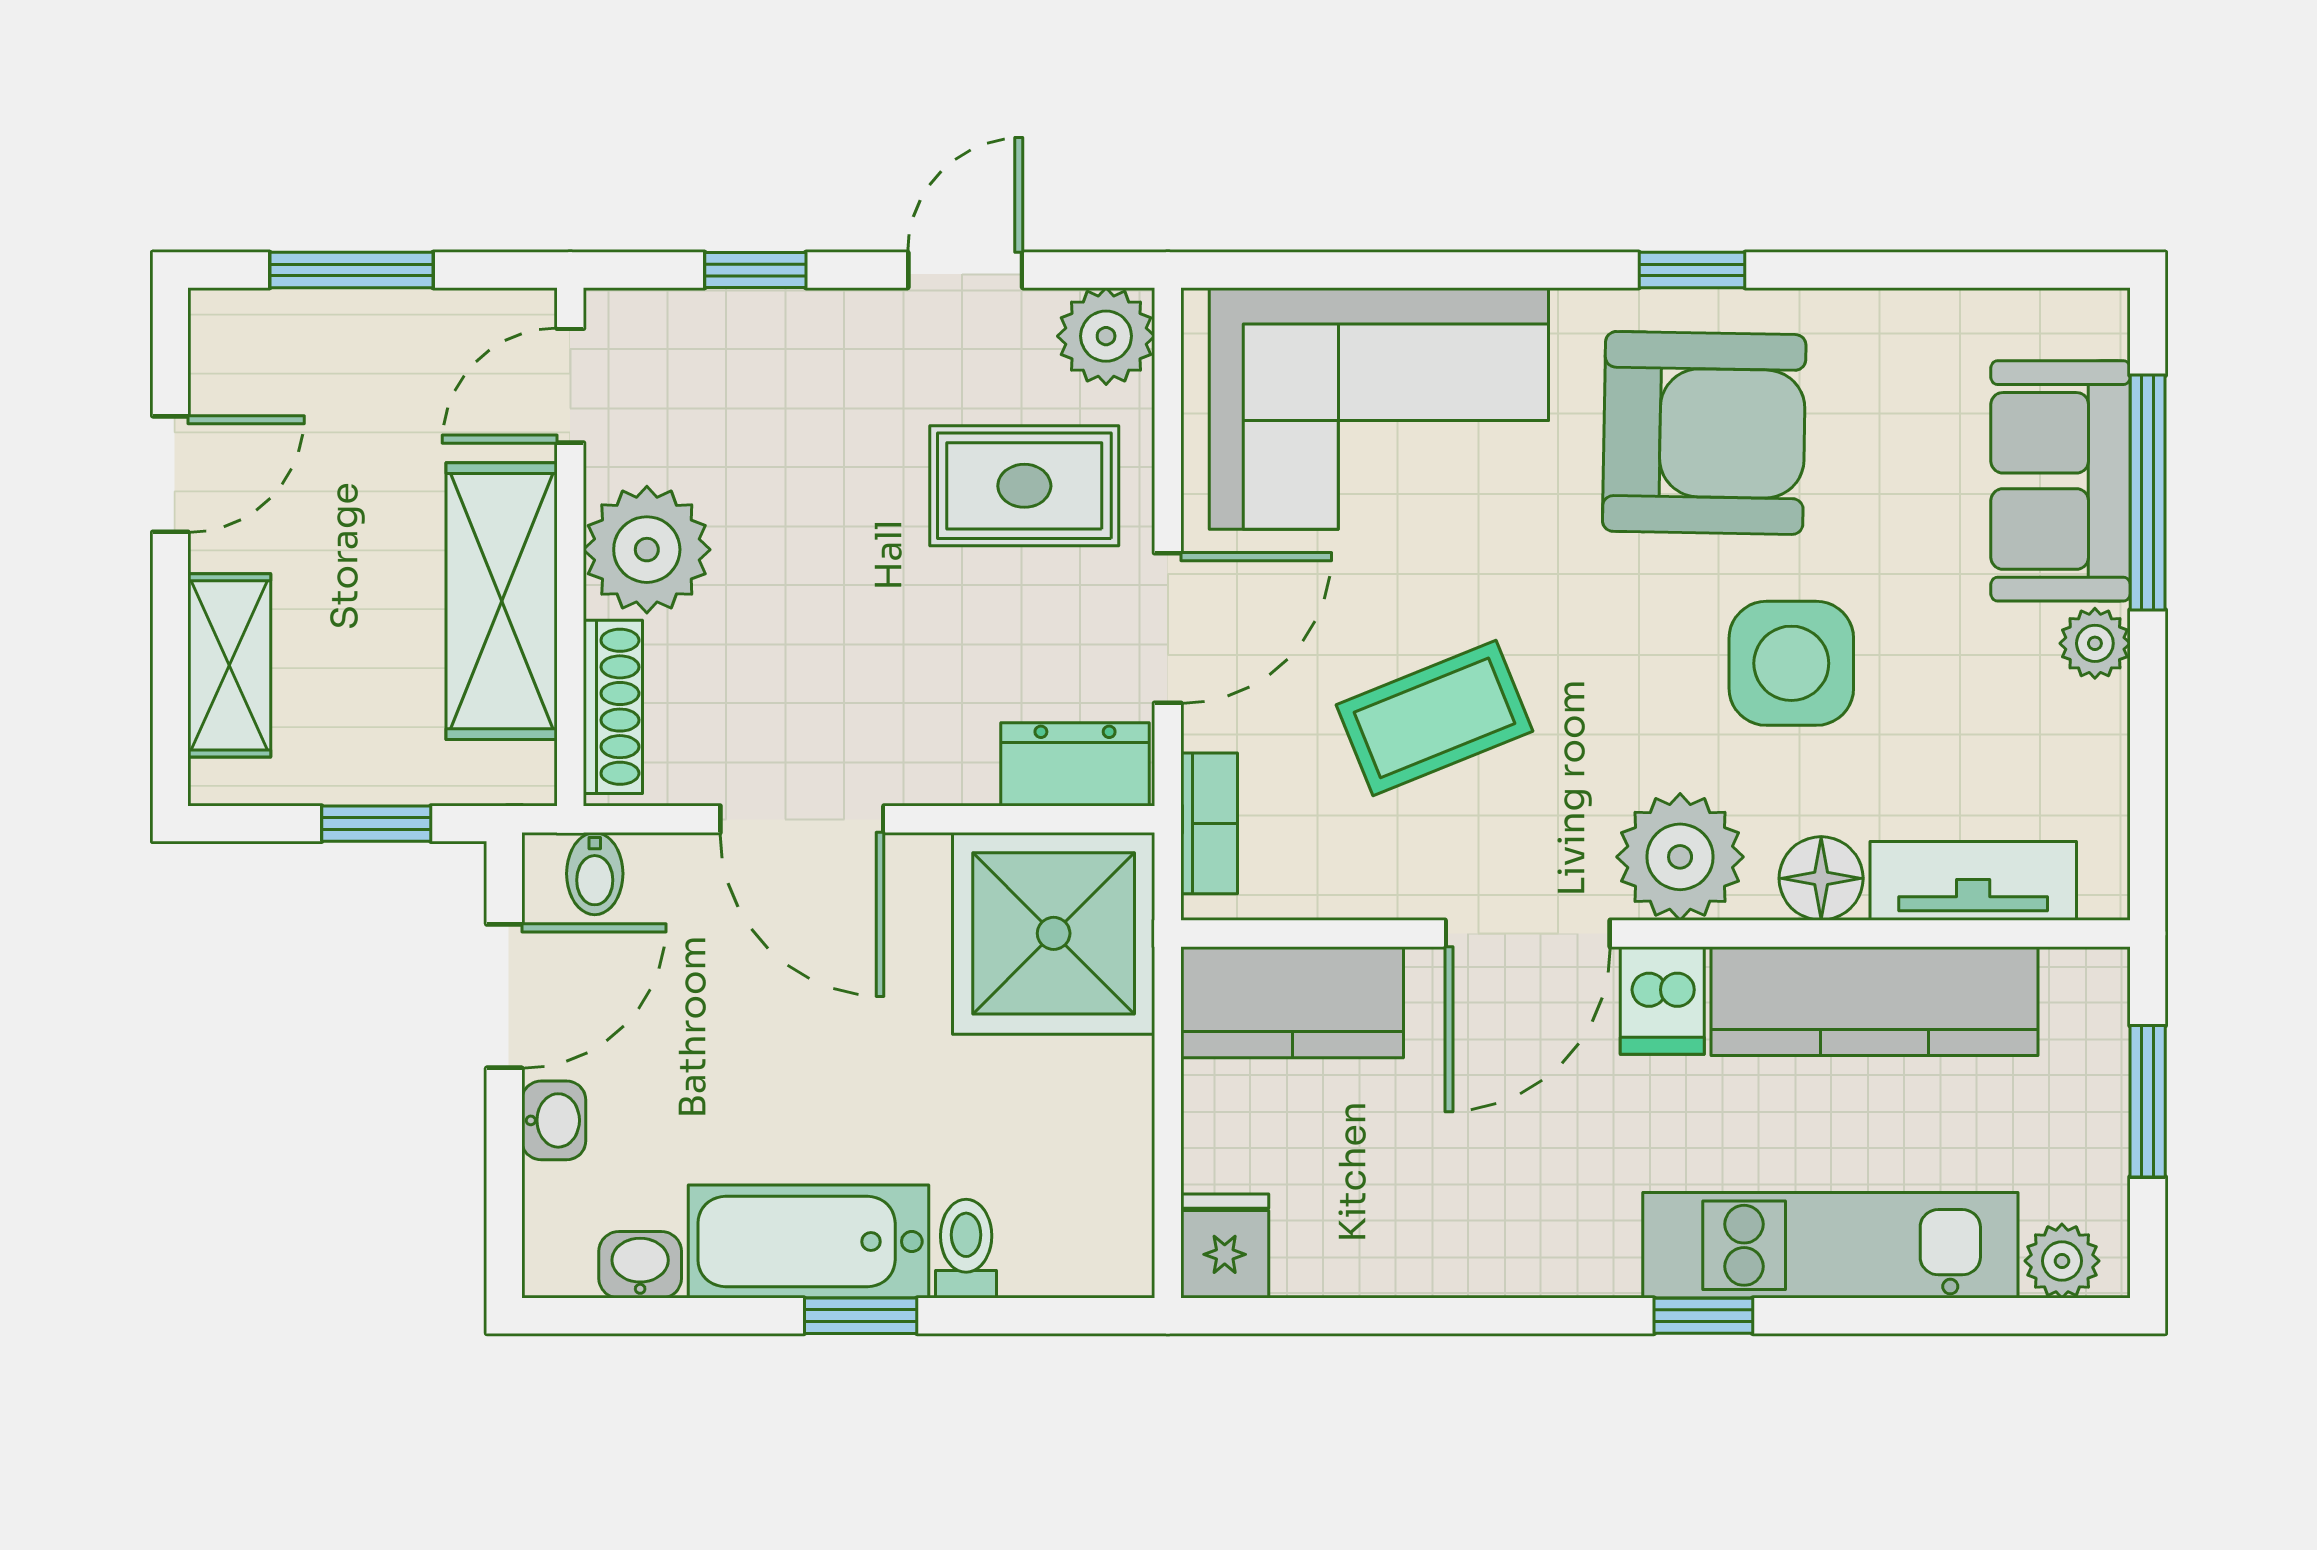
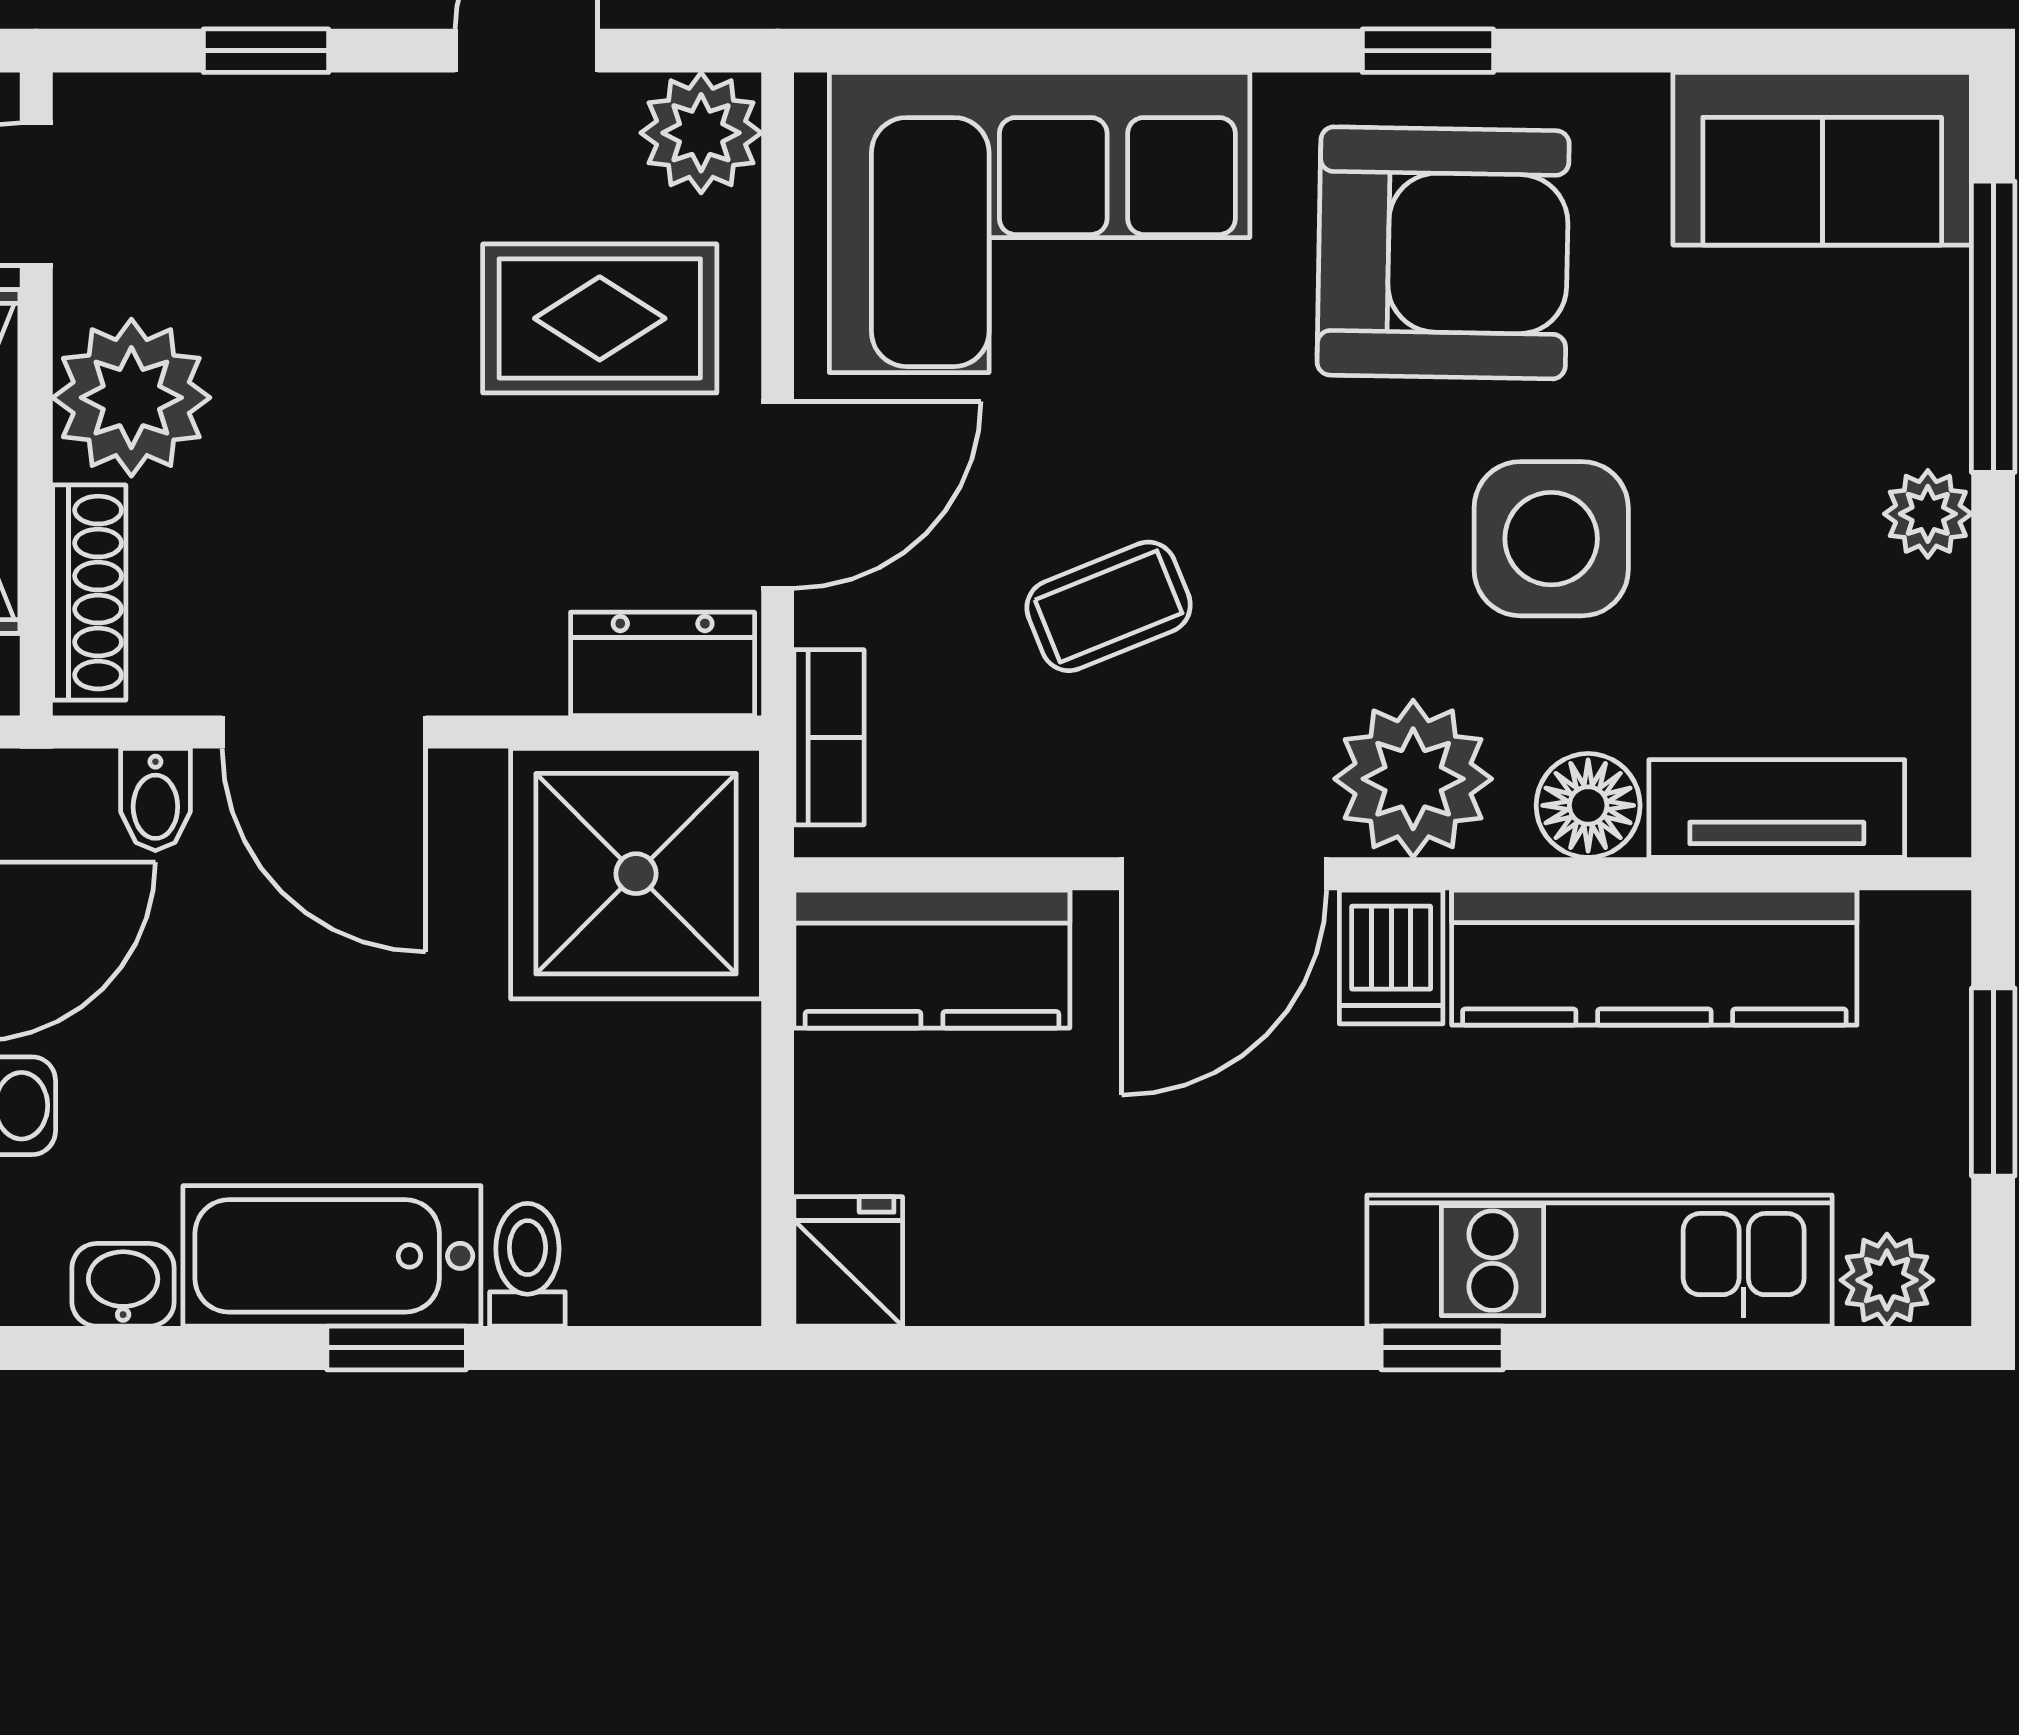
sofa: (2061, 481) -> (1822, 159), moved, turned -90
coffee table: (1435, 718) -> (1109, 606), width x0.73, depth x0.77
bidet: (595, 874) -> (155, 800), moved

